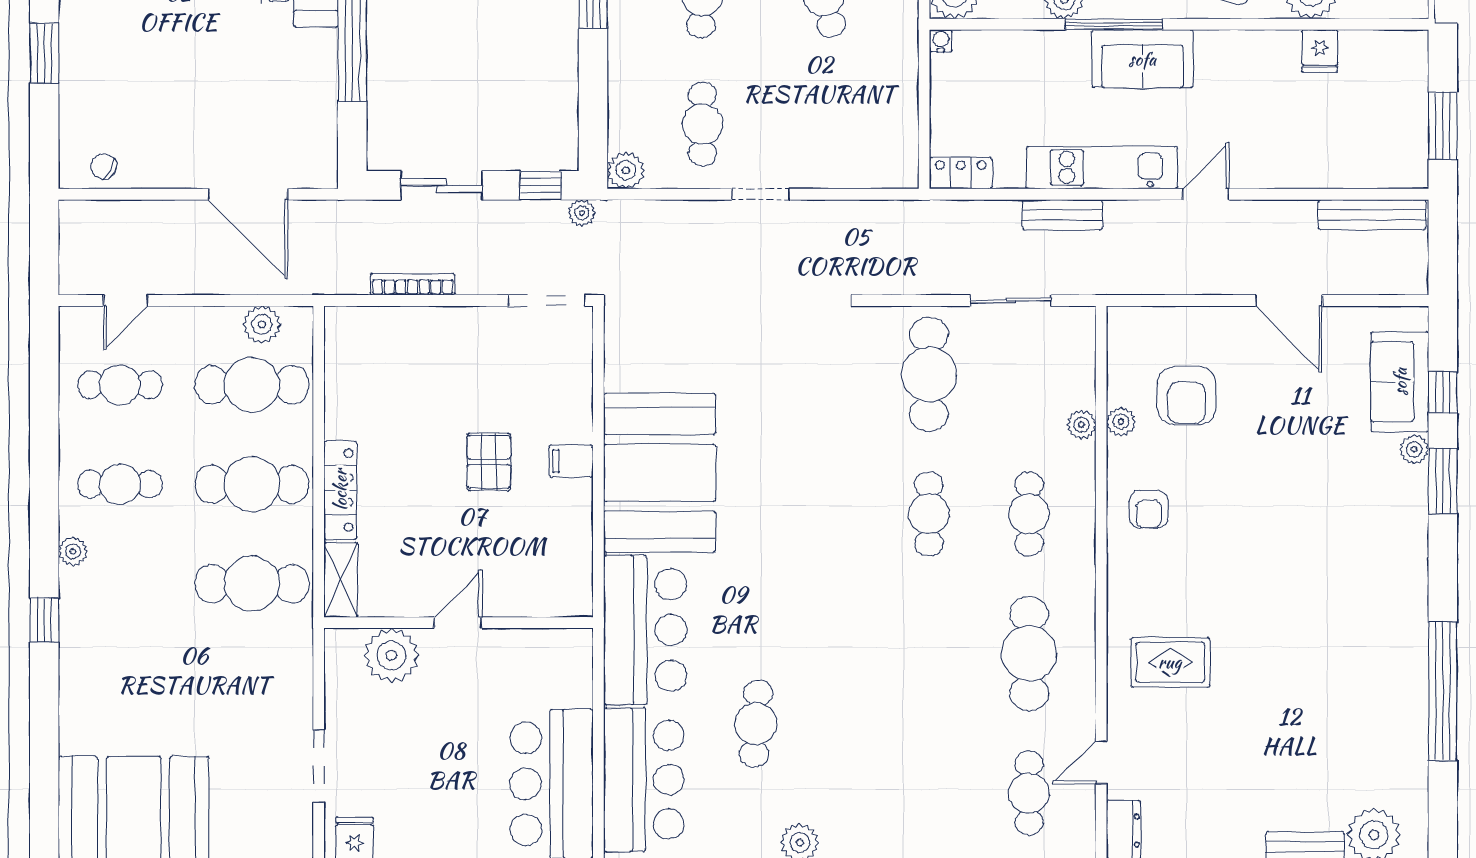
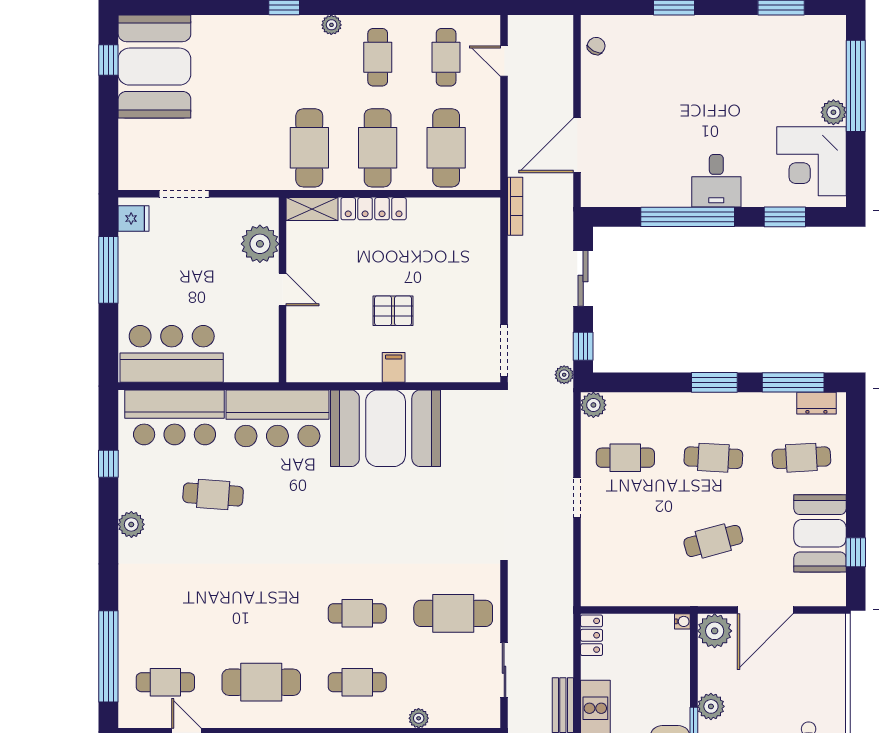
bookcase: (413, 284) -> (515, 206), moved
plant: (262, 324) -> (487, 155), removed

